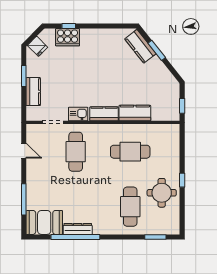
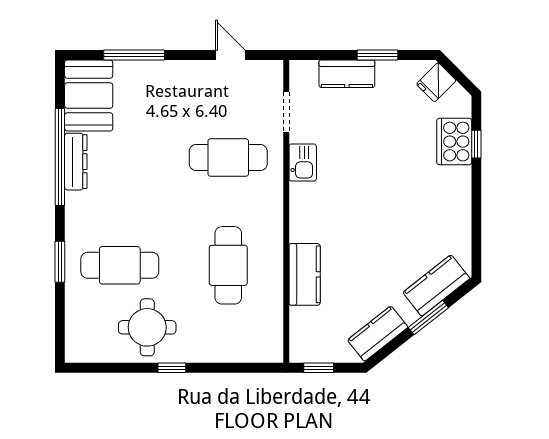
kitchen counter: (104, 114) -> (378, 334), moved, turned -128
door: (24, 151) -> (230, 55), swing flipped
window: (155, 237) -> (60, 262), moved

